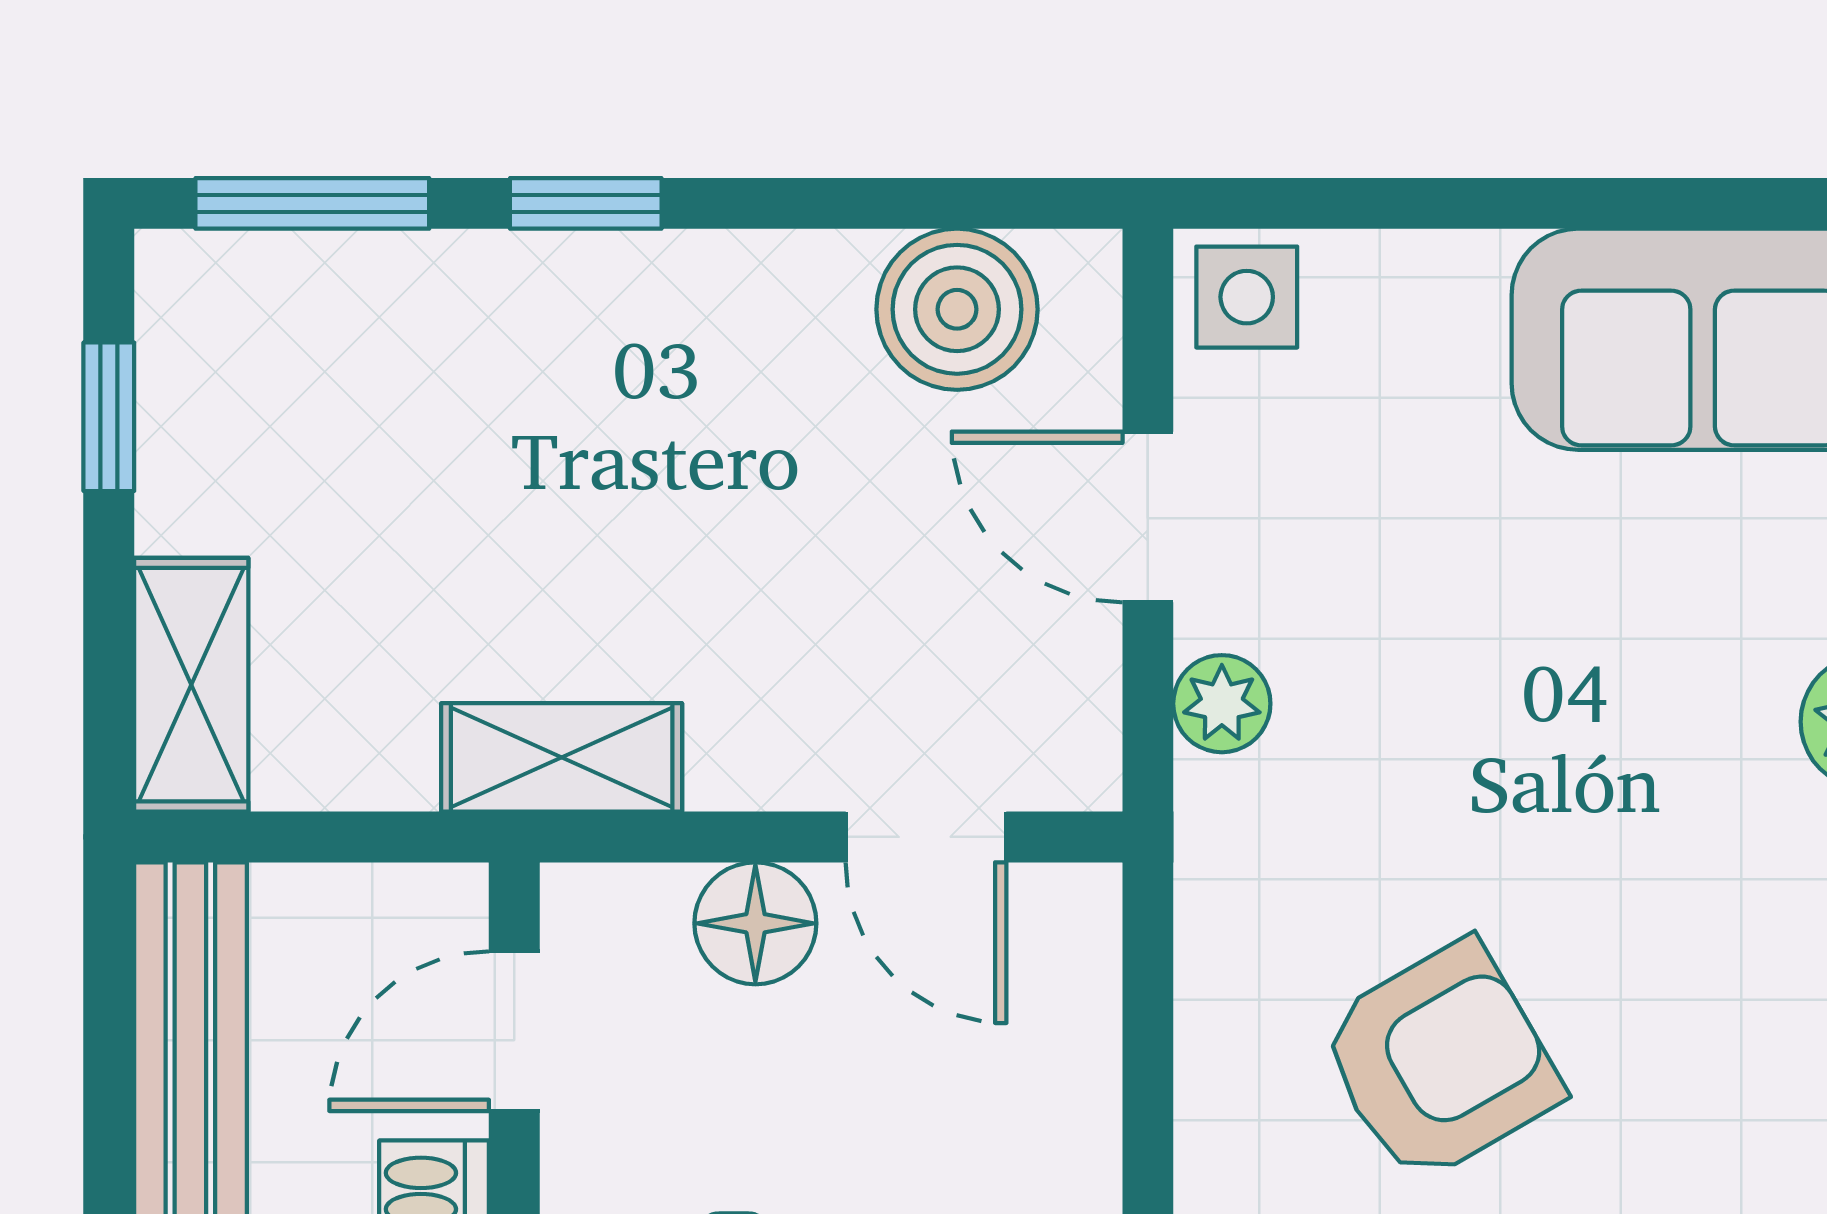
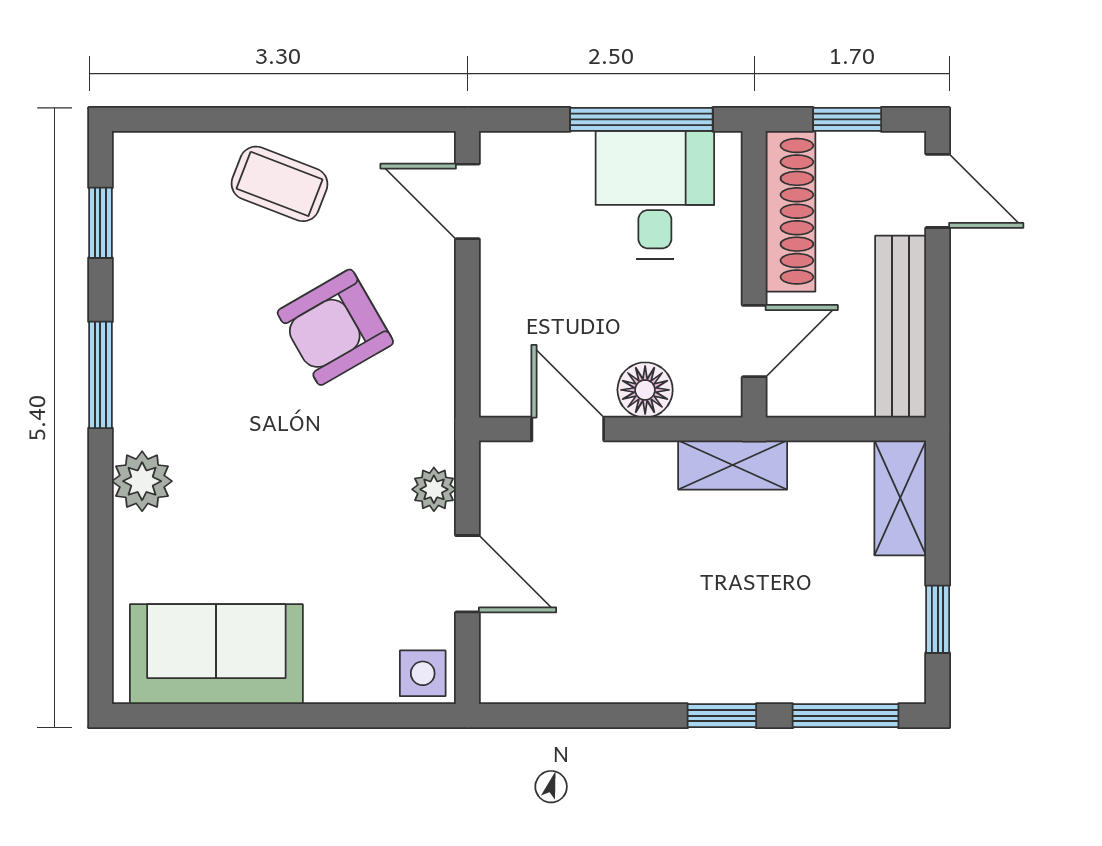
boiler: (957, 309) -> (554, 668), removed

